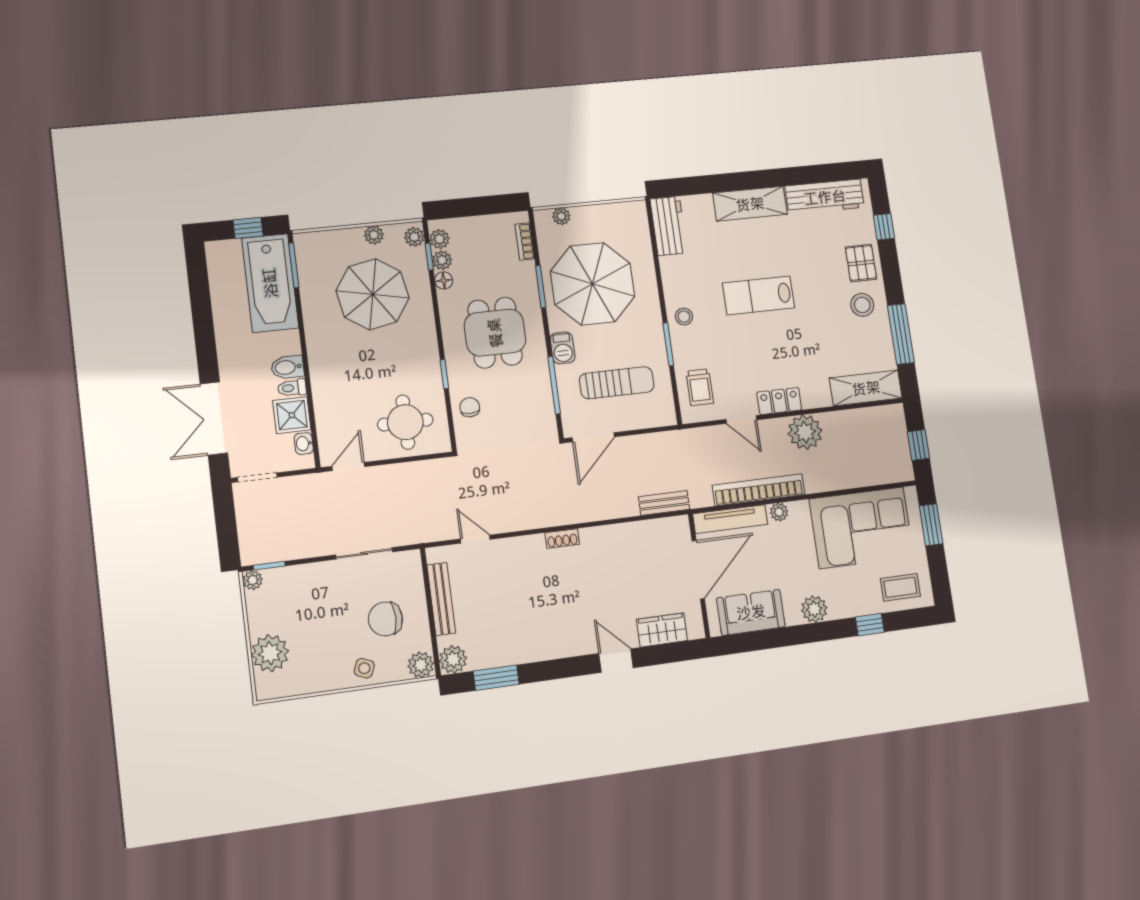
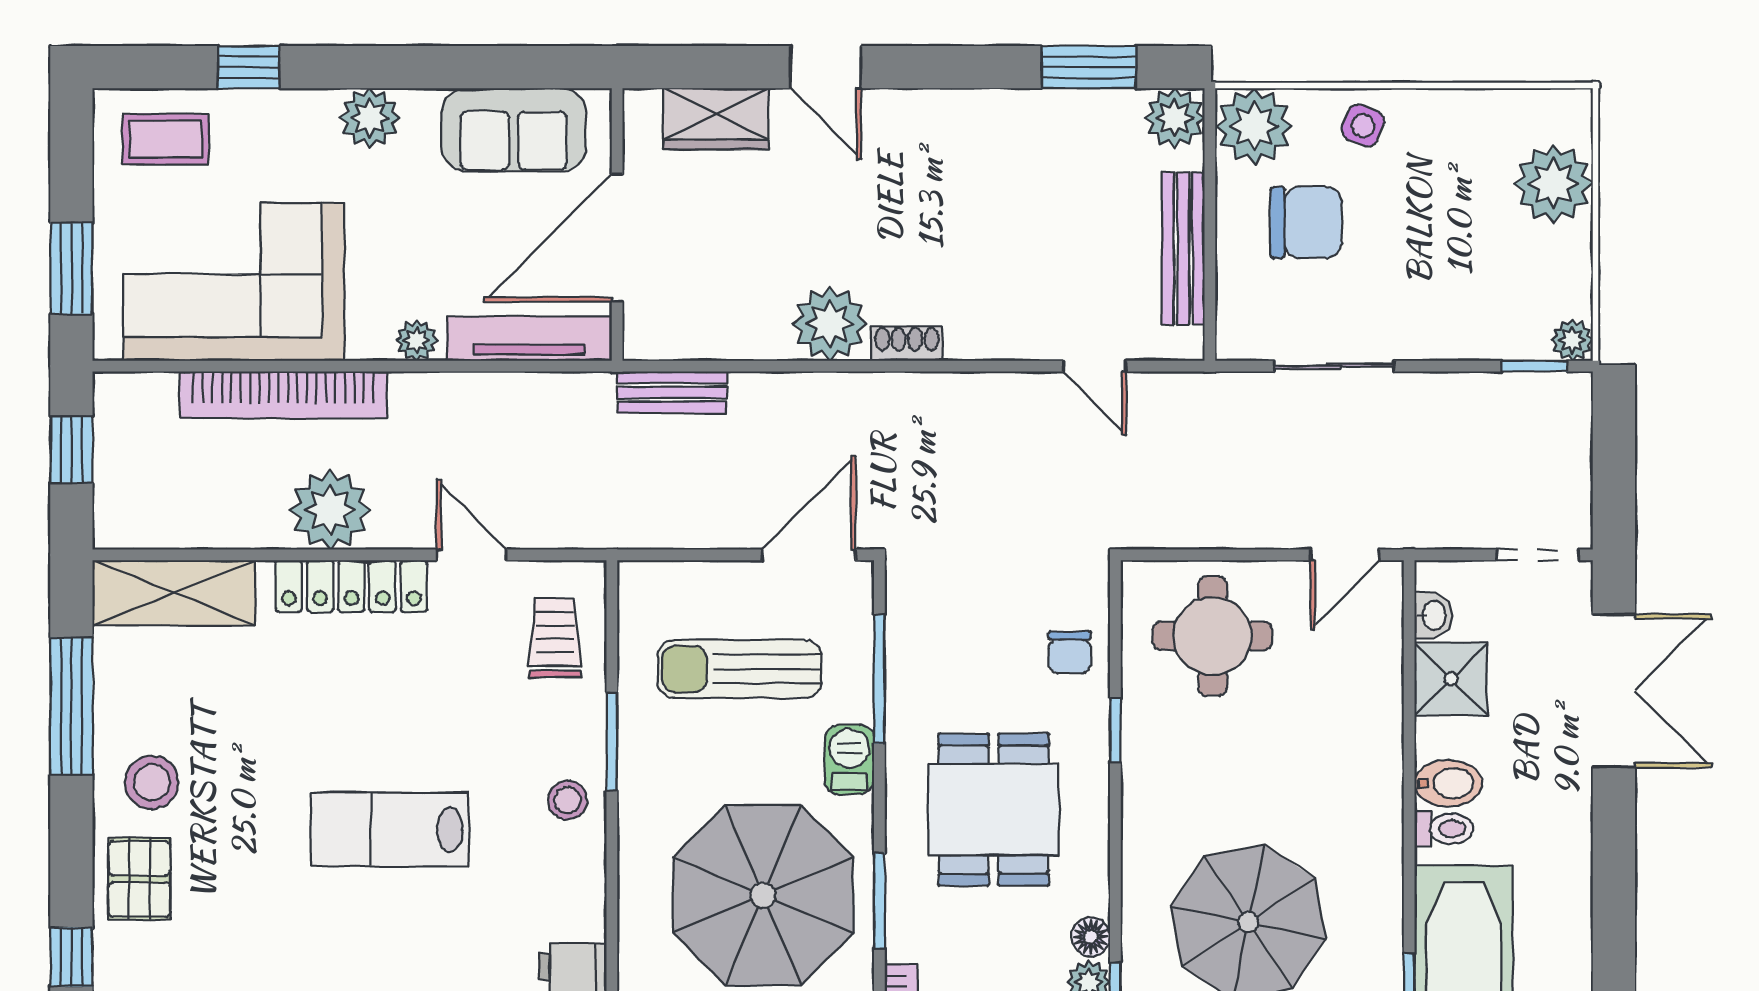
lab bench: (759, 295) -> (390, 830), turned 180
toilet: (292, 388) -> (1444, 829), moved
locker: (779, 401) -> (351, 586), width x1.53
bookcase: (759, 490) -> (283, 395), moved
plant: (598, 543) -> (830, 324), added
plant: (421, 665) -> (1254, 126), width x1.36, depth x1.36

